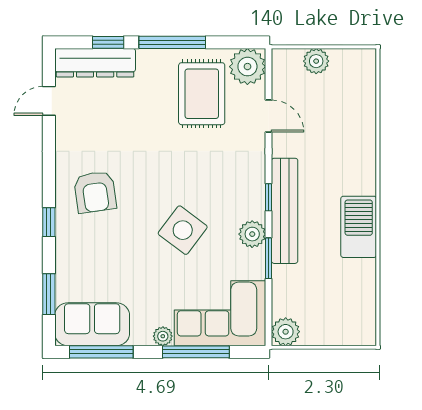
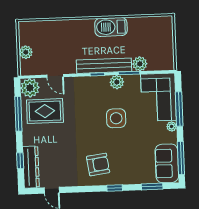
window: (172, 42) -> (18, 114), moved
door: (269, 116) -> (55, 76), swing flipped
side table: (183, 230) -> (116, 118), turned -37
plant: (286, 332) -> (140, 64), moved

